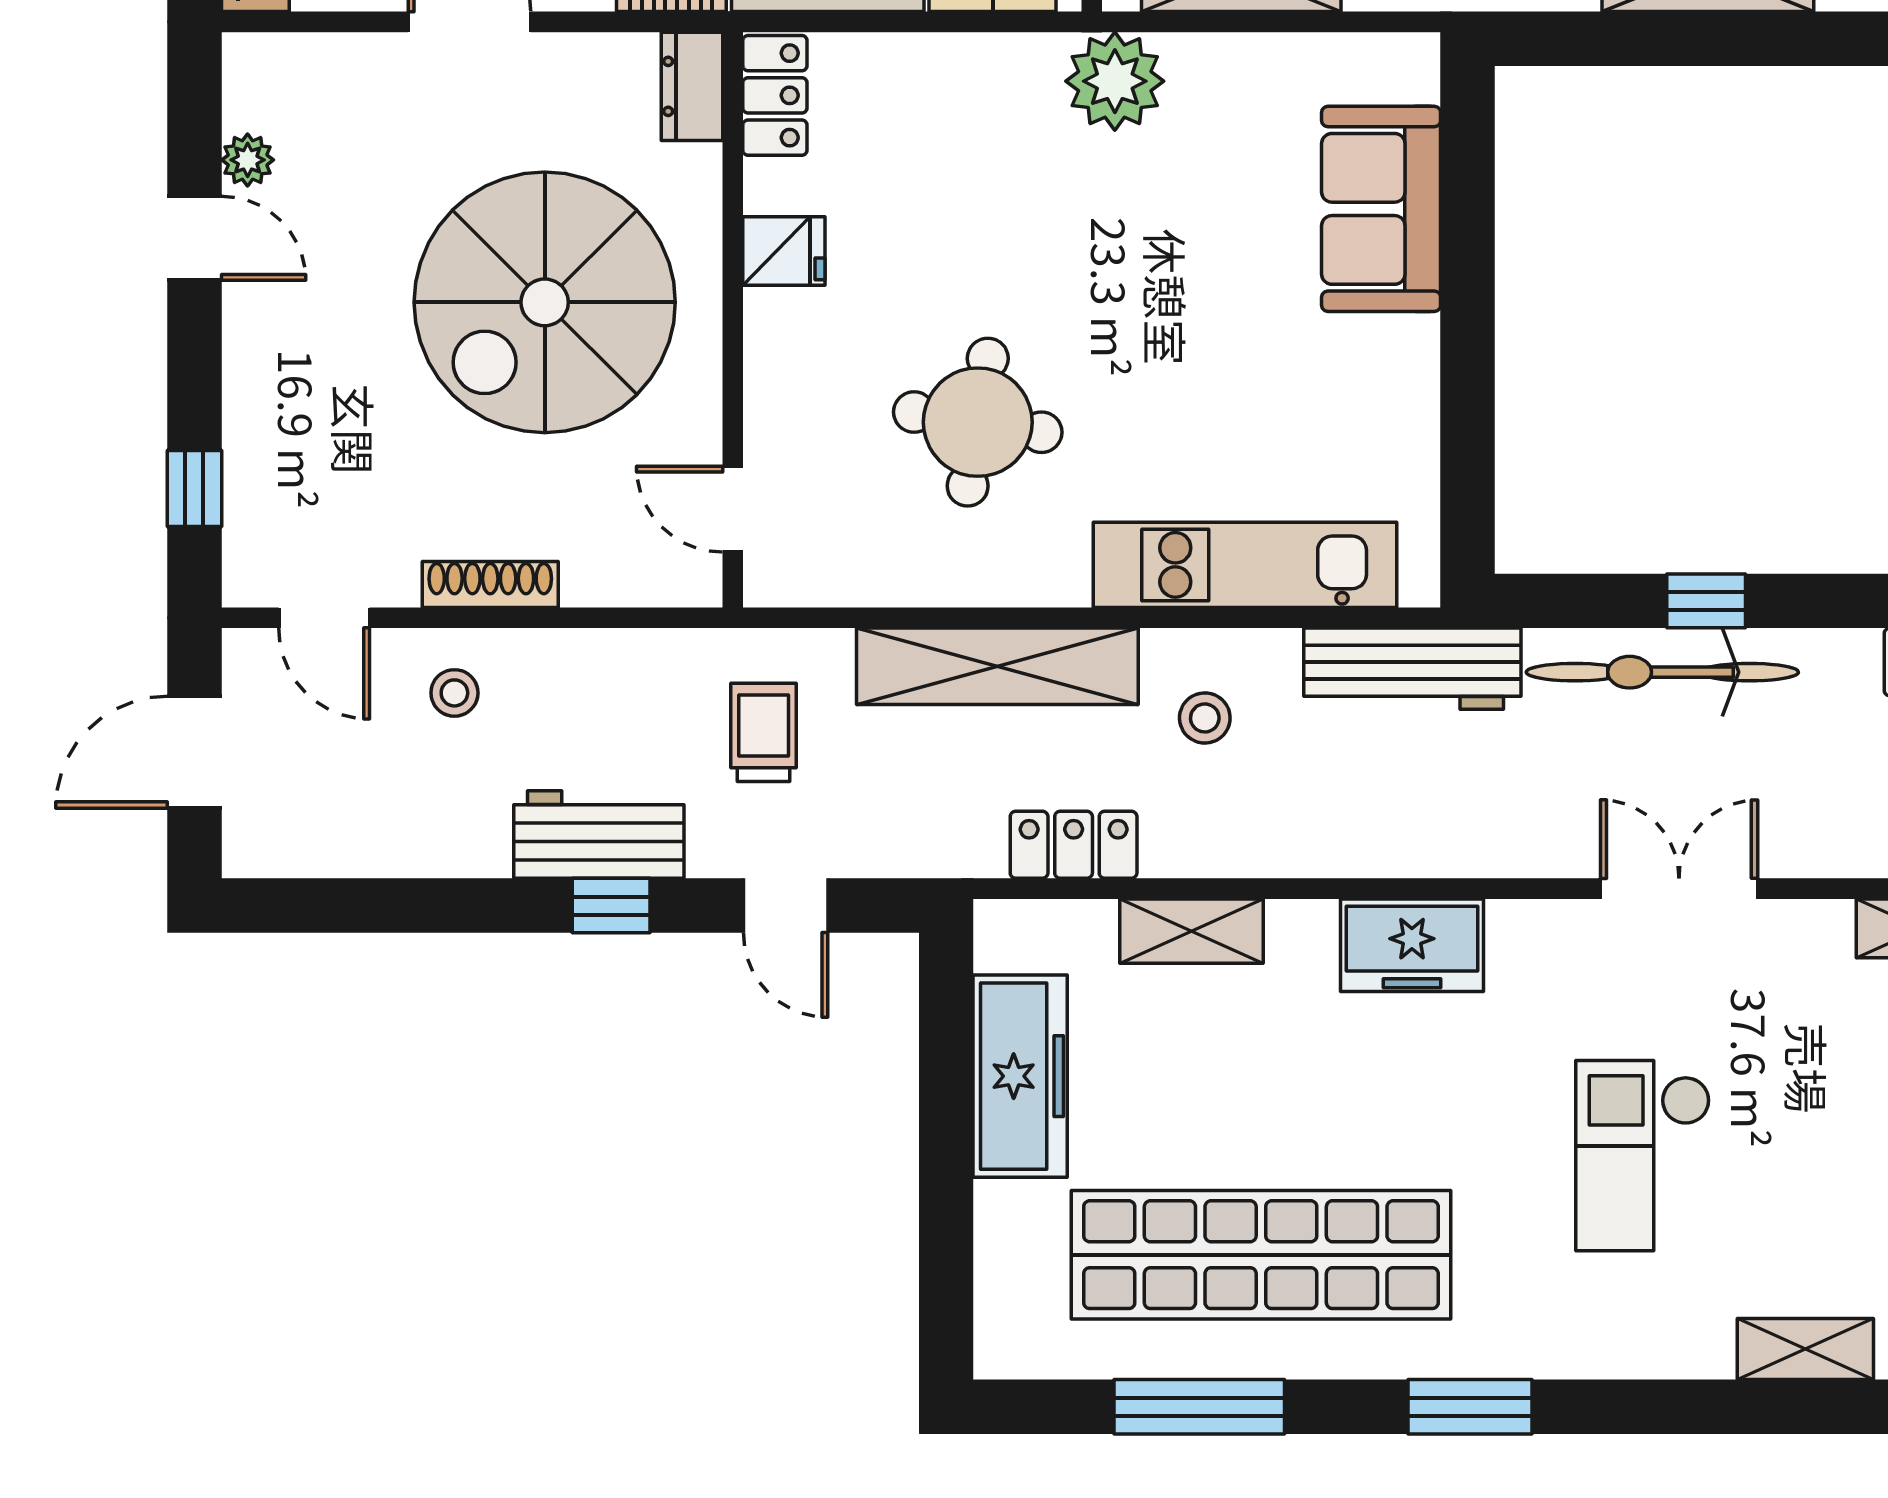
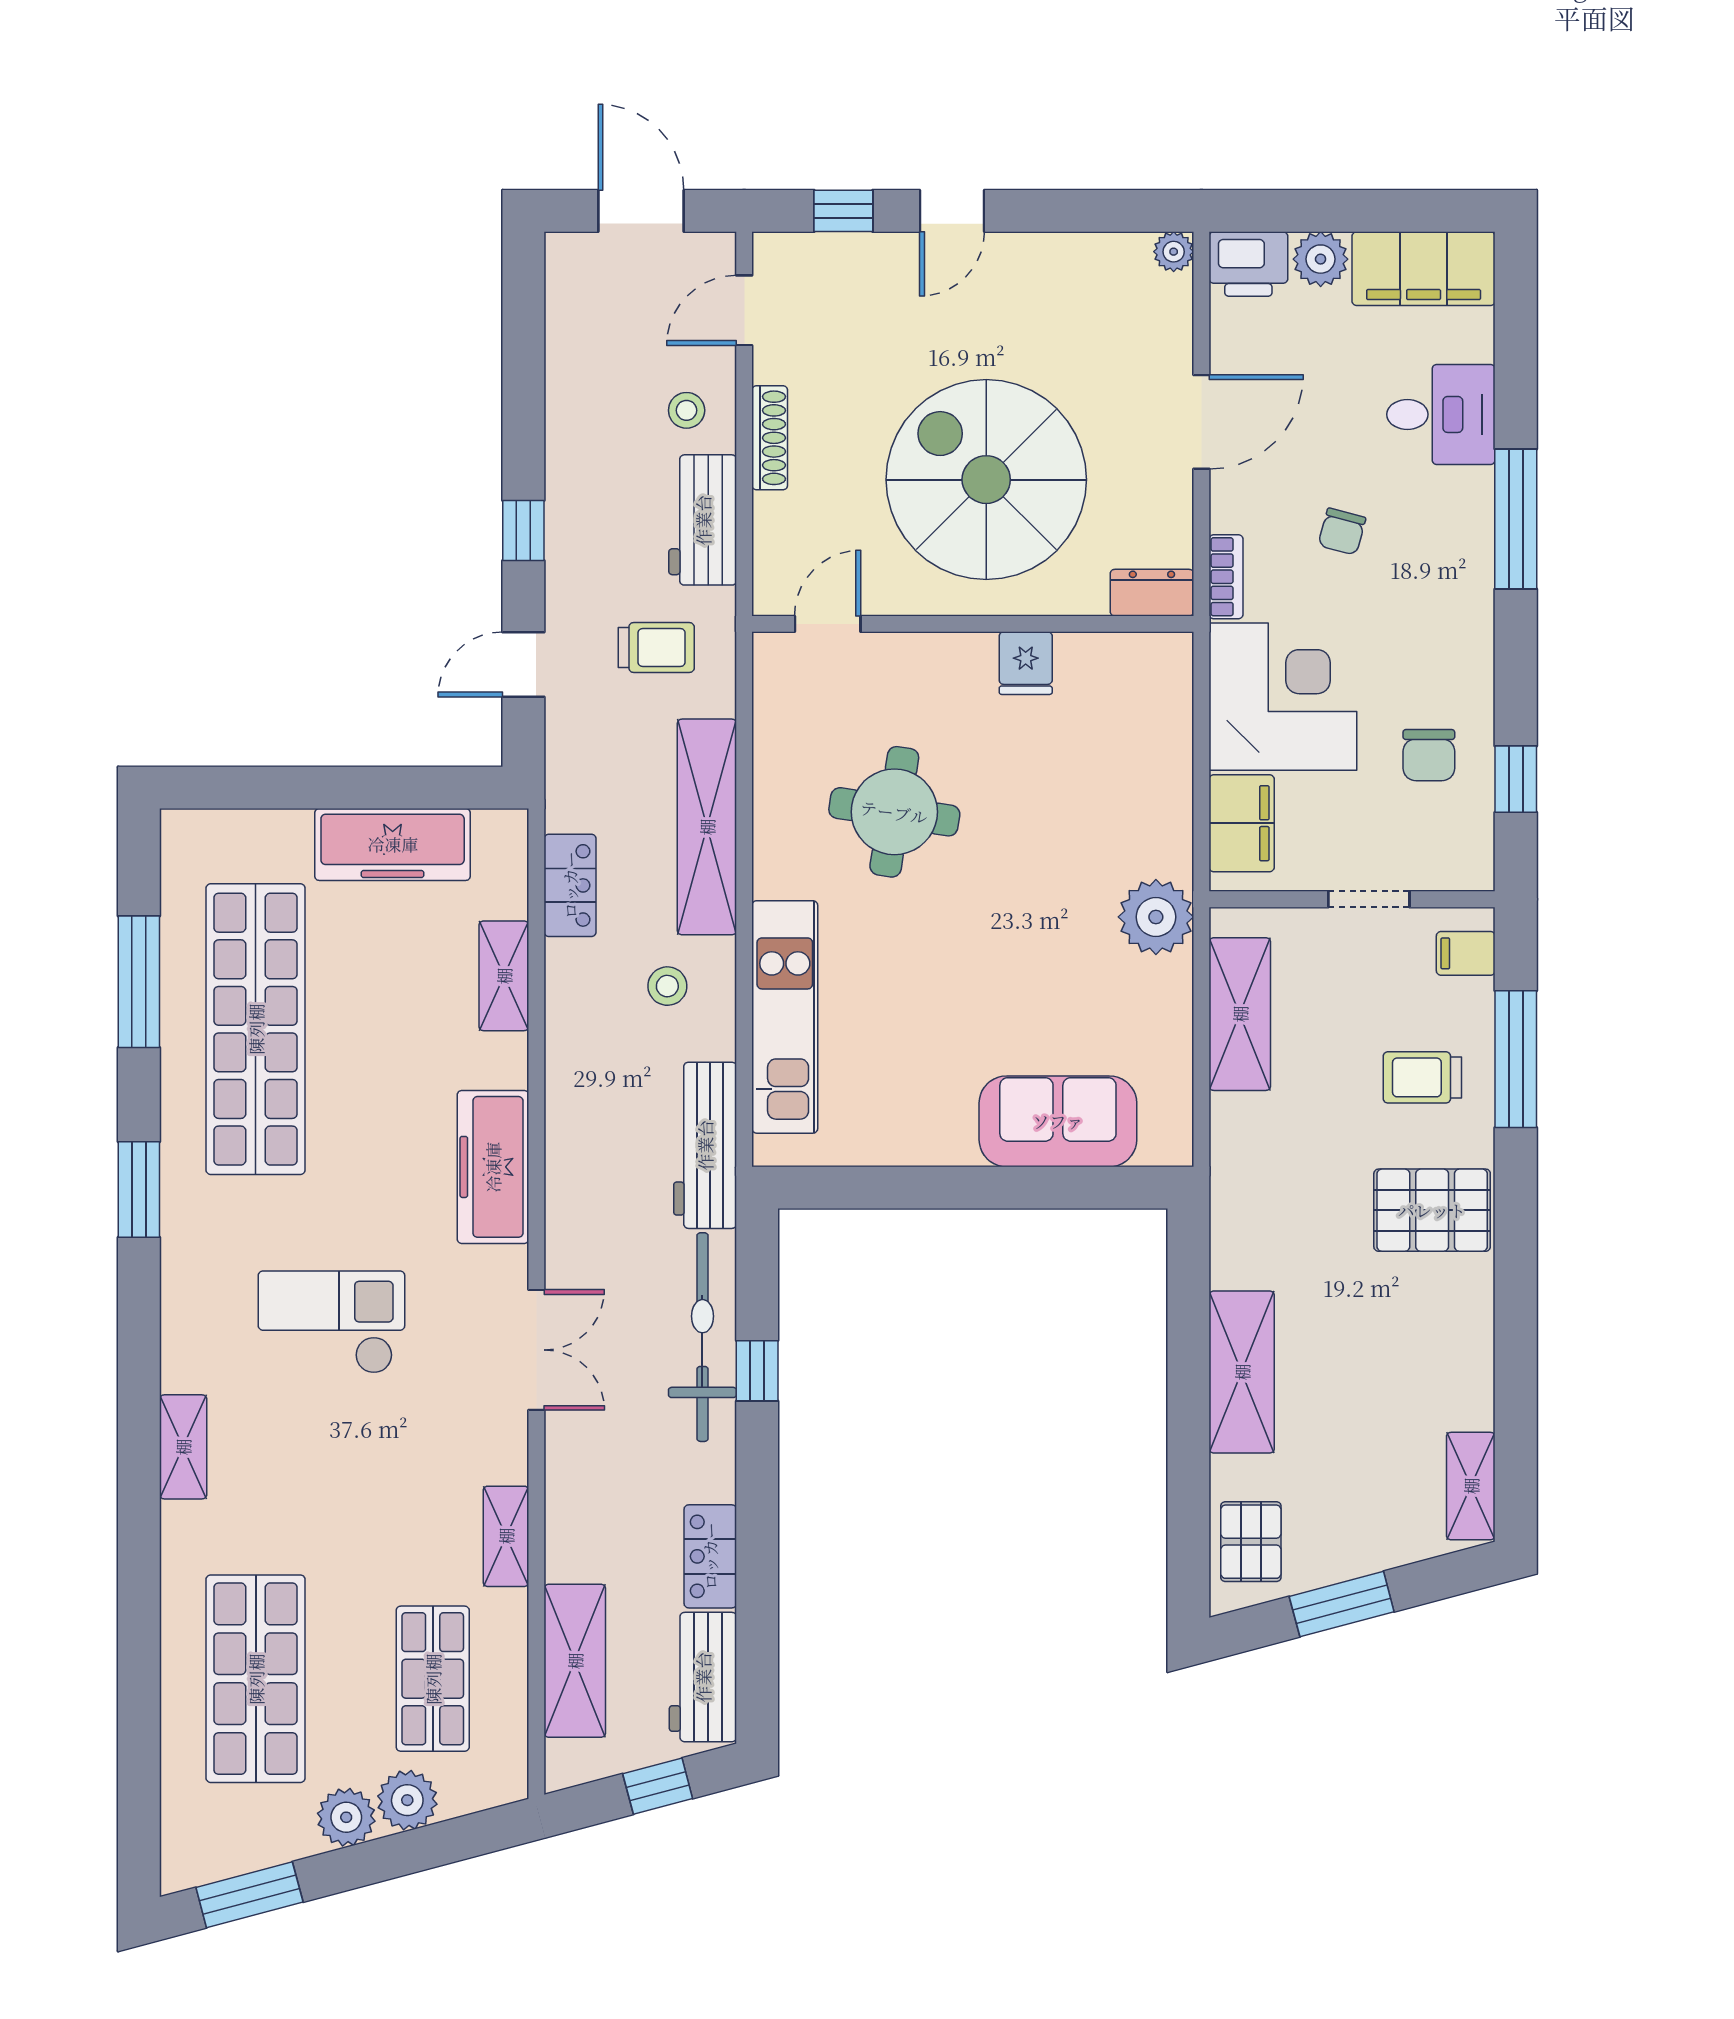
locker: (775, 95) -> (1145, 656), removed
plant: (248, 160) -> (1174, 252), moved
door: (194, 238) -> (952, 211), moved
workbench: (599, 835) -> (703, 520), moved, turned 180
freezer: (1412, 945) -> (493, 1167), width x1.40

